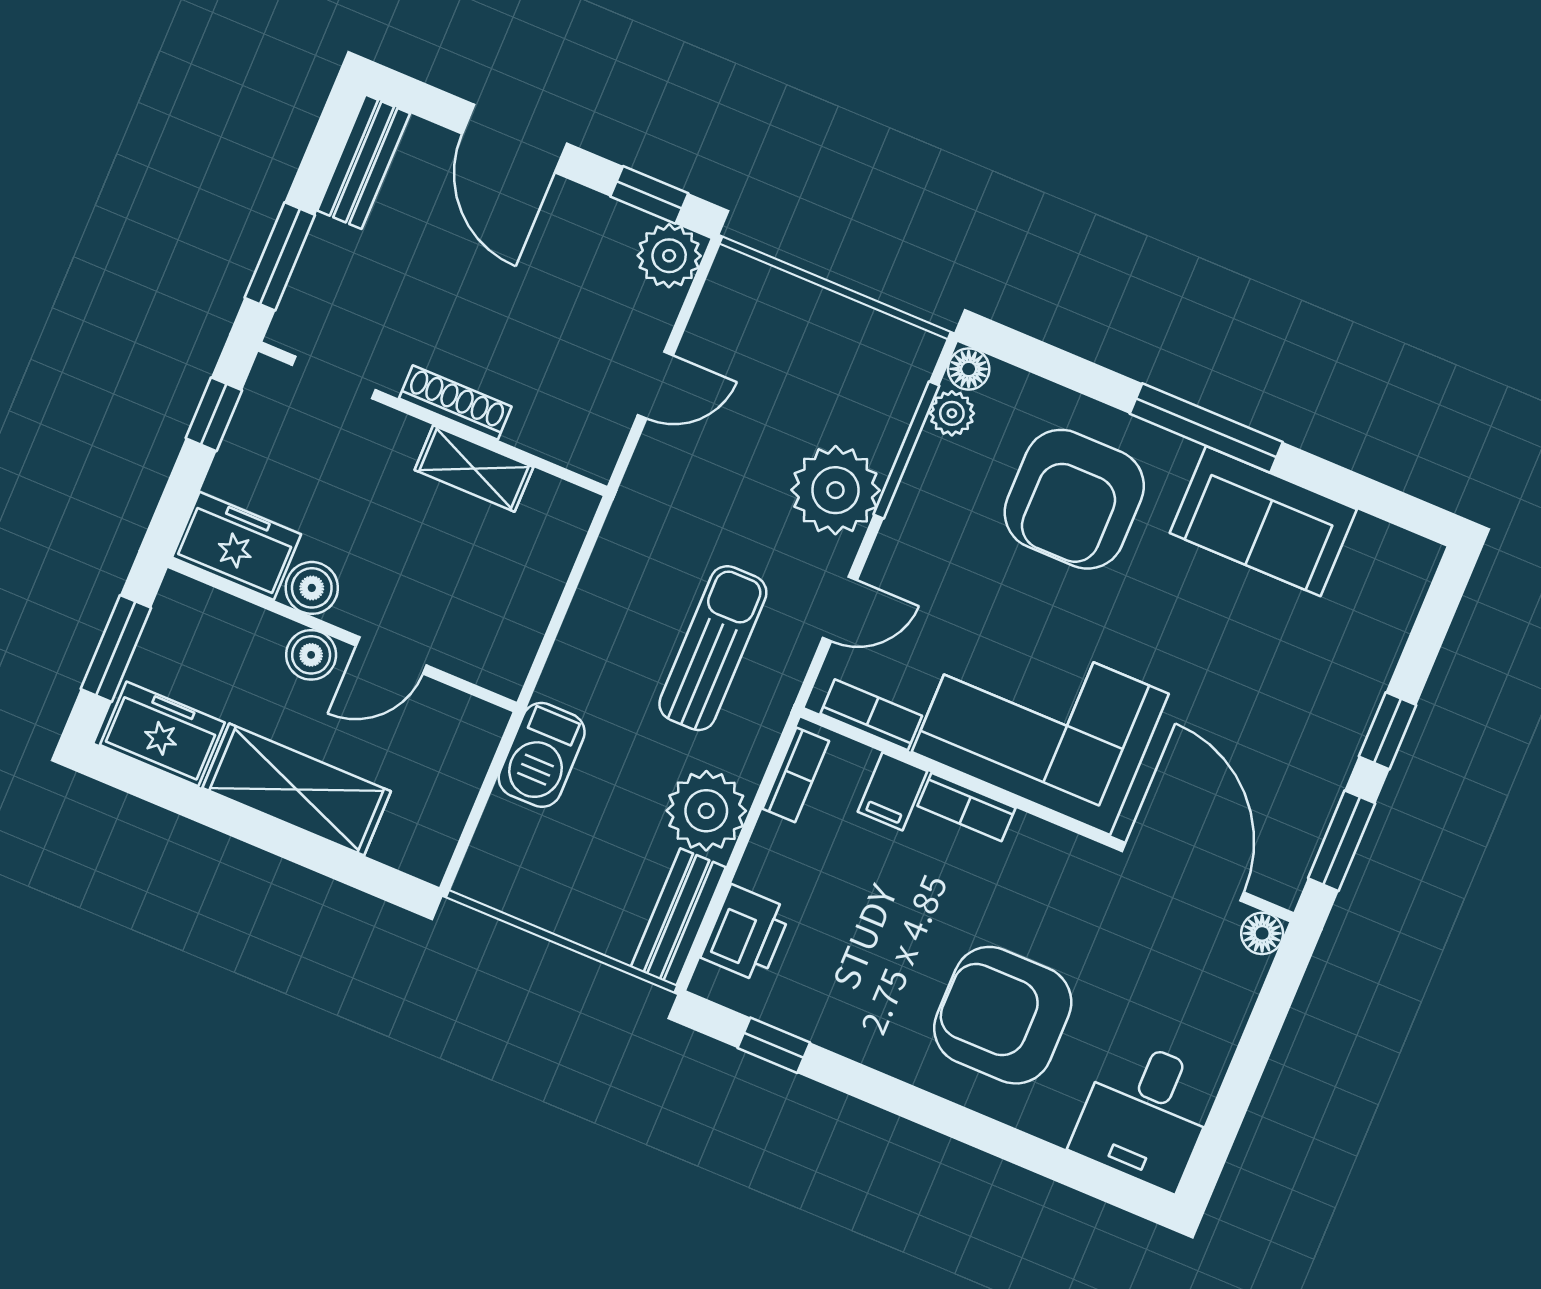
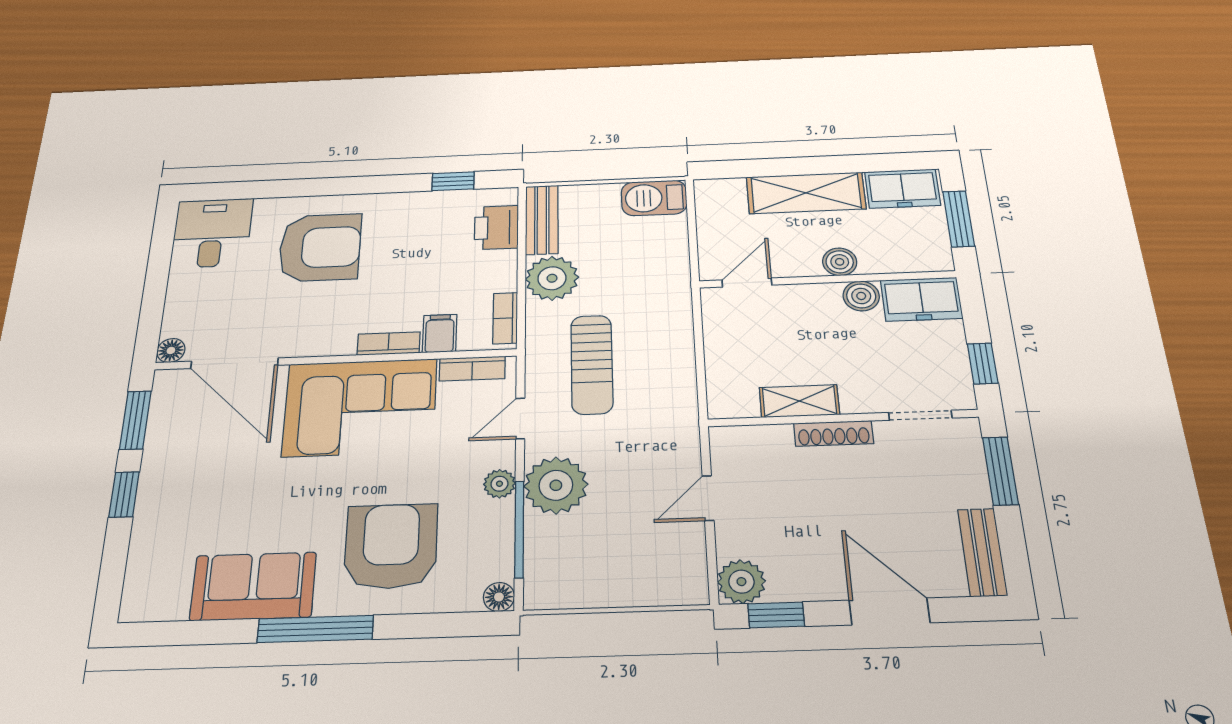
plant: (952, 413) -> (499, 484), moved
door: (391, 655) -> (747, 283), moved
barbecue: (542, 755) -> (654, 198), moved, turned -90

